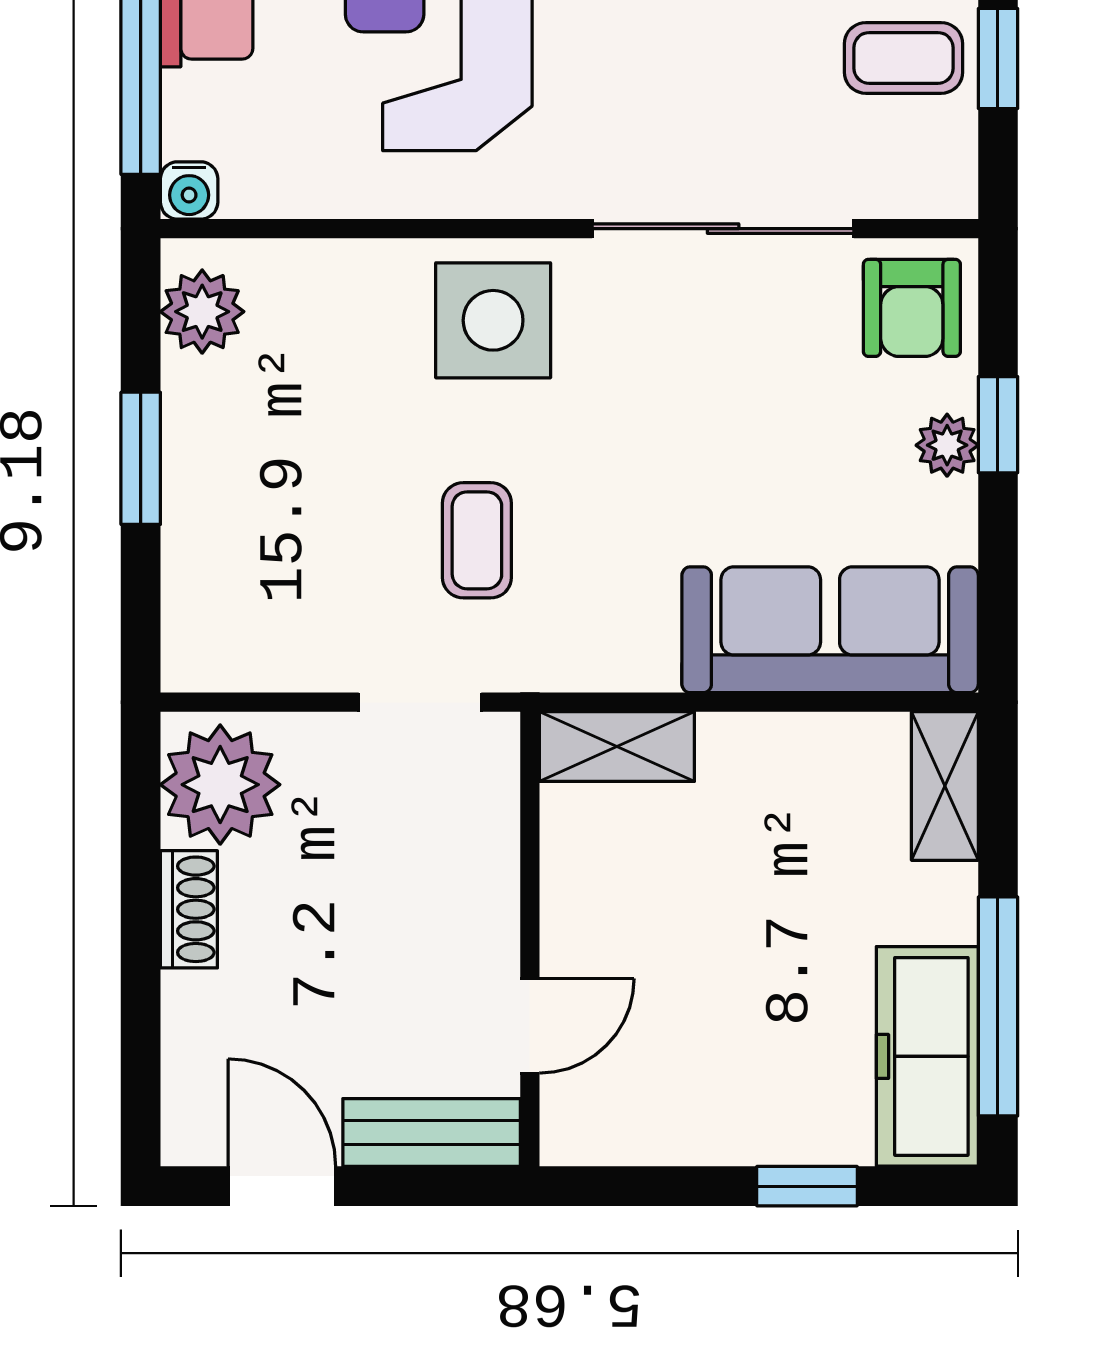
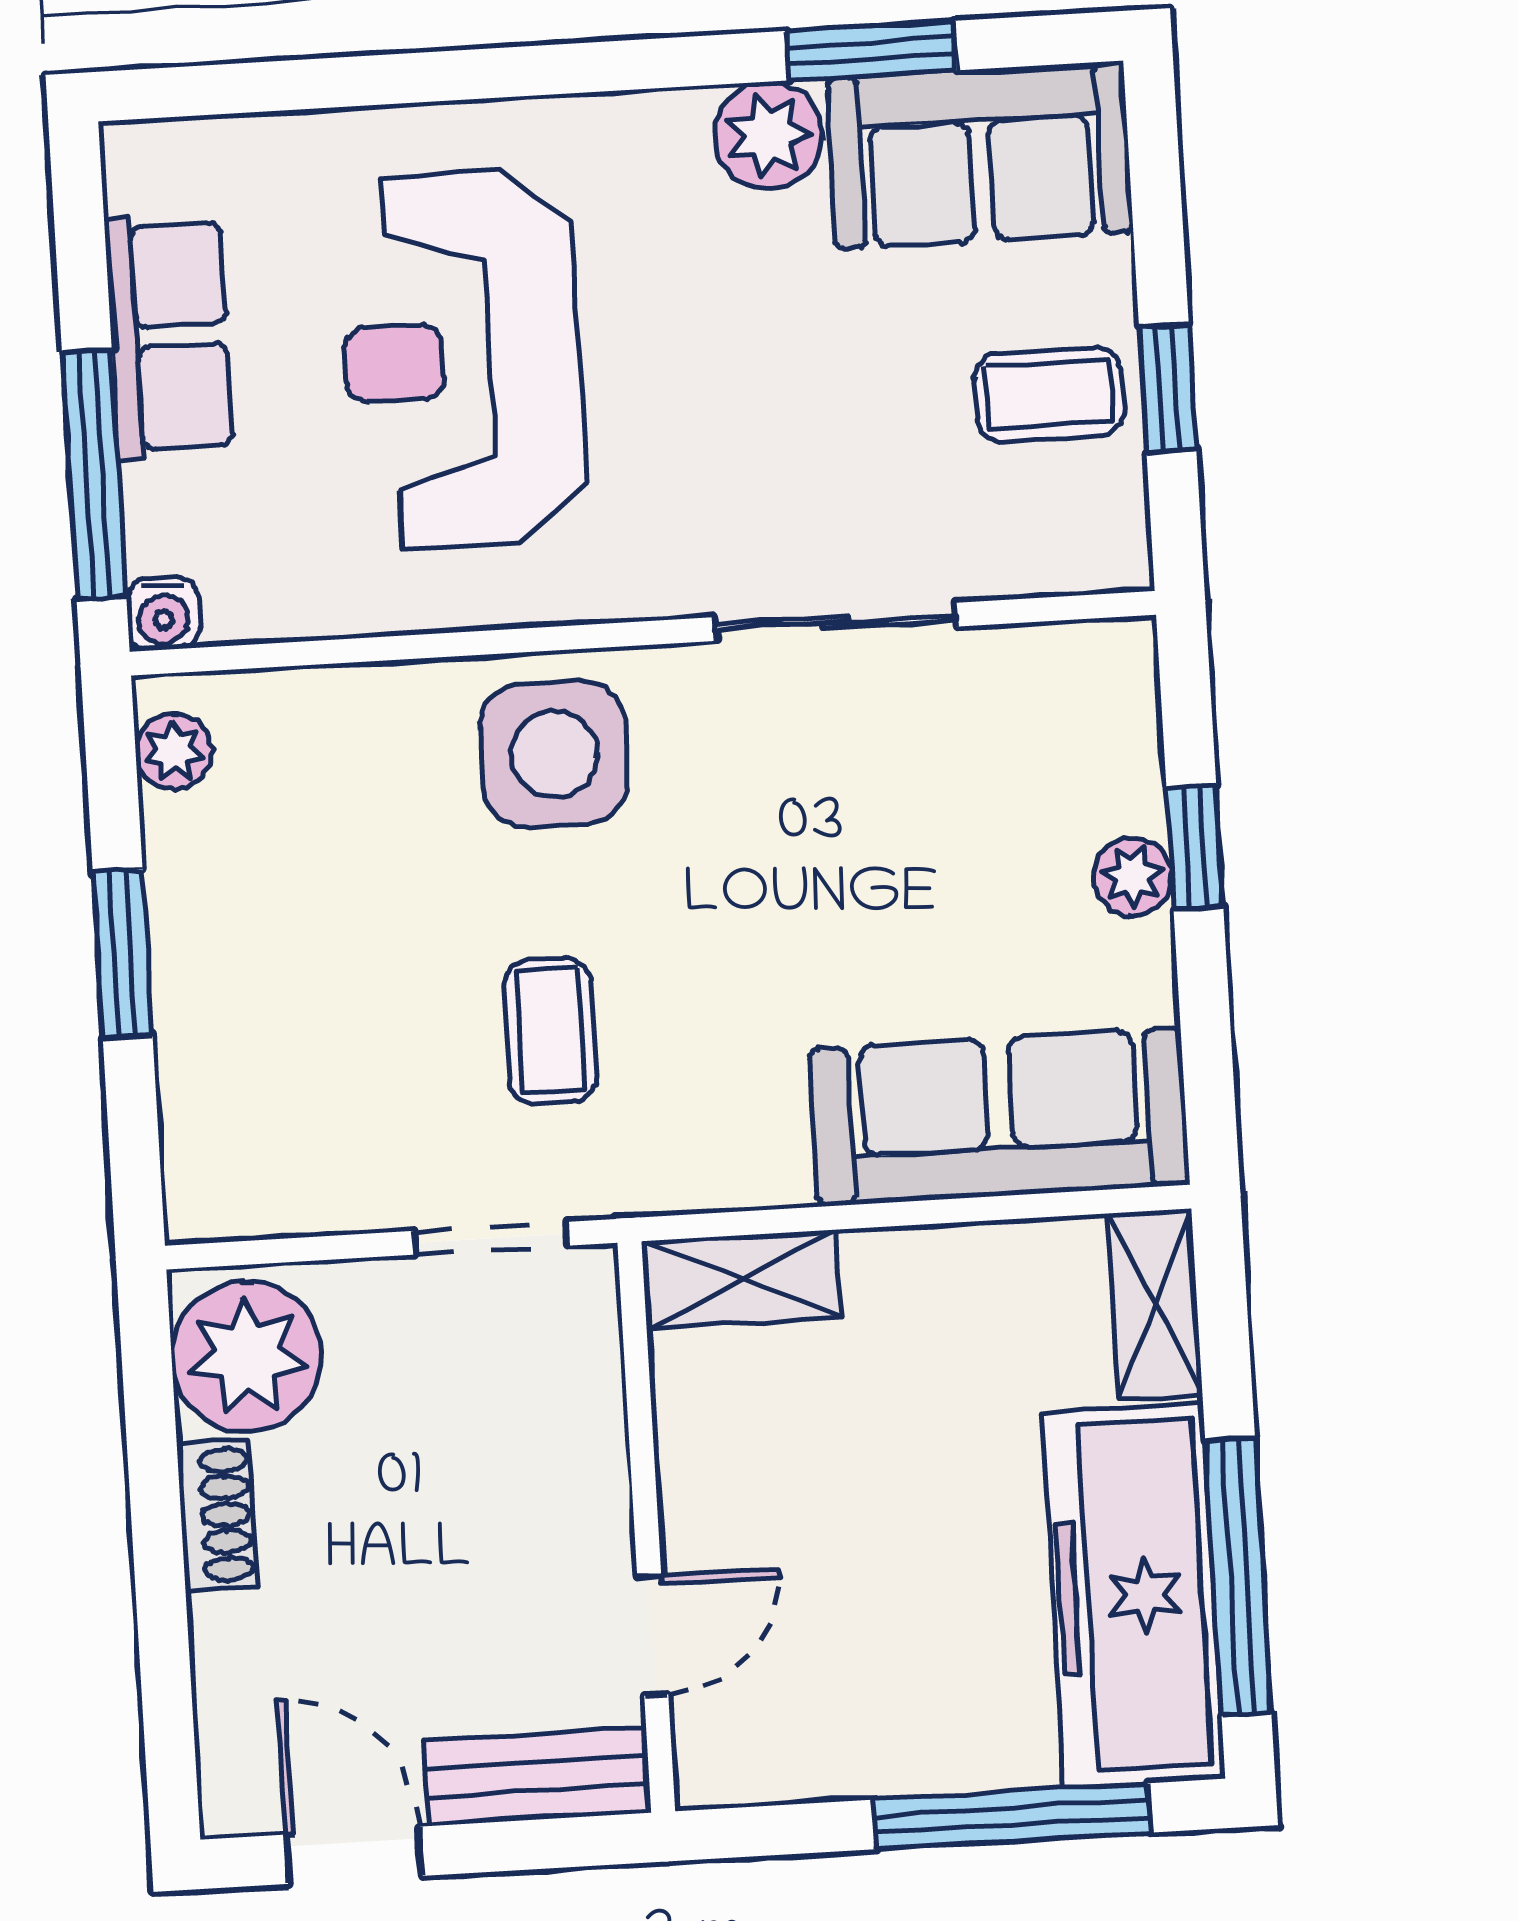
sliding door: (723, 229) -> (836, 622), width x0.73
armchair: (912, 308) -> (1078, 707), removed
plant: (202, 312) -> (174, 751), width x0.73, depth x0.73
freezer: (927, 1056) -> (1134, 1595), width x1.36, depth x1.26
window: (807, 1186) -> (1012, 1816), width x2.17

